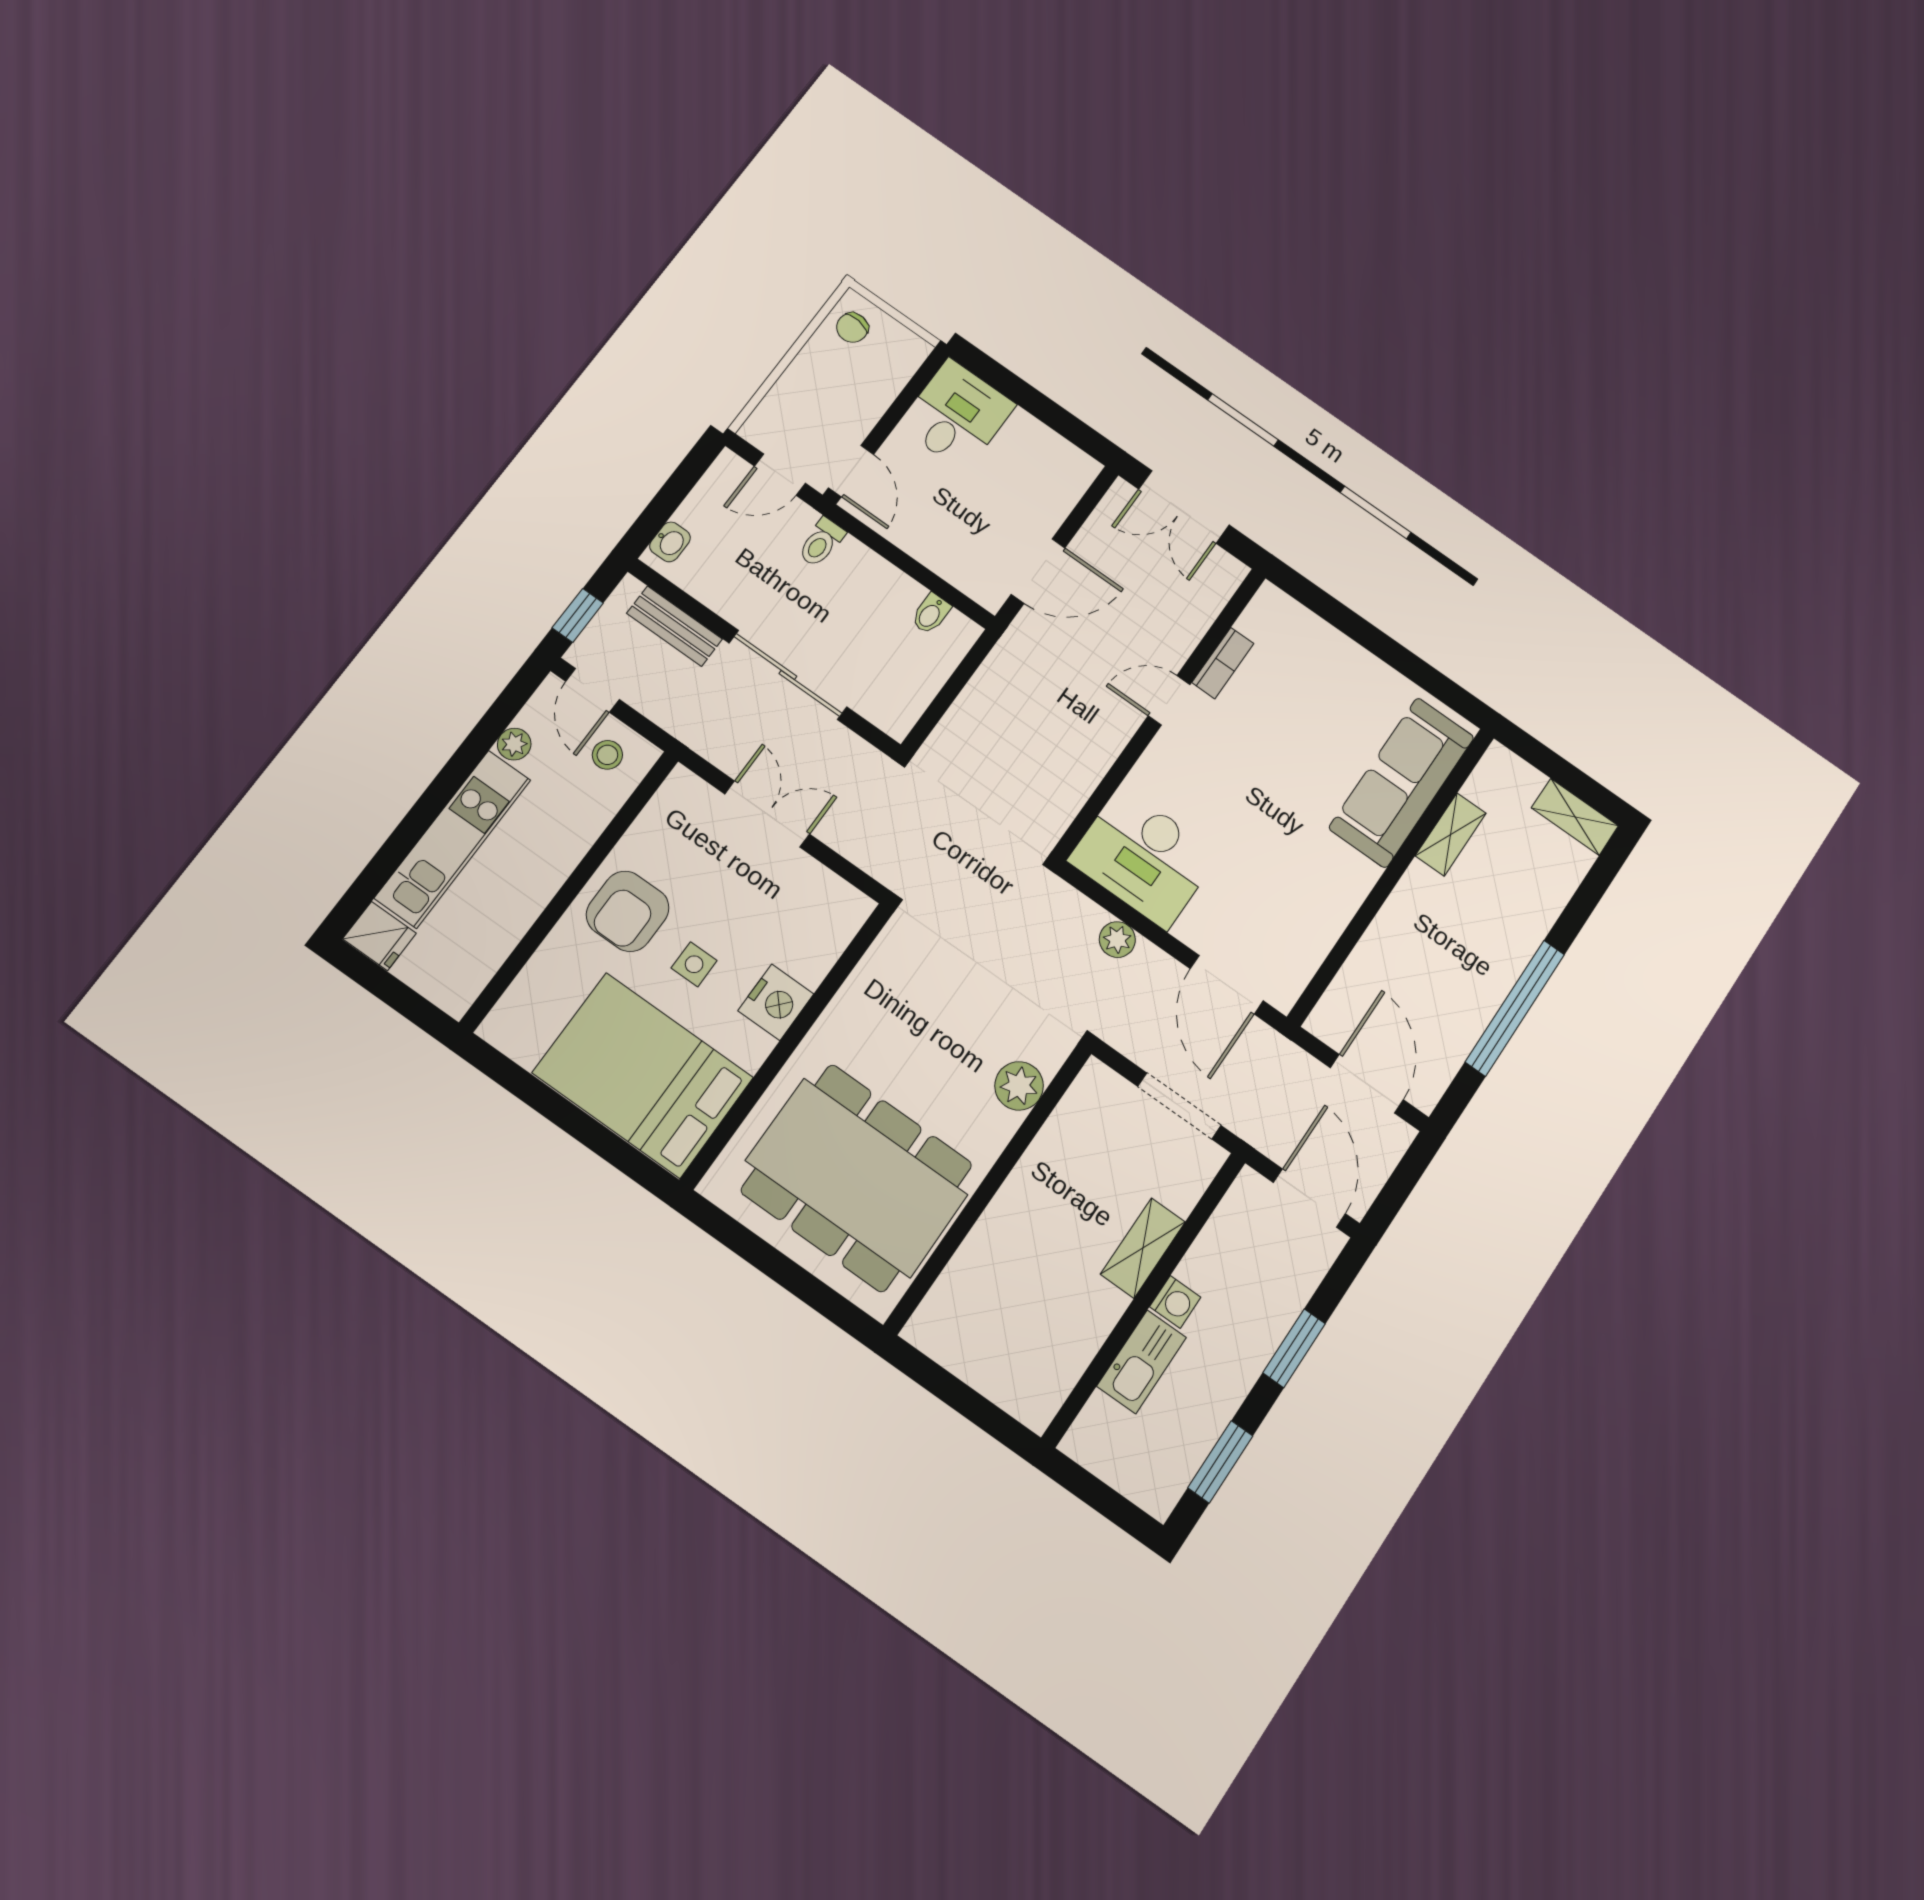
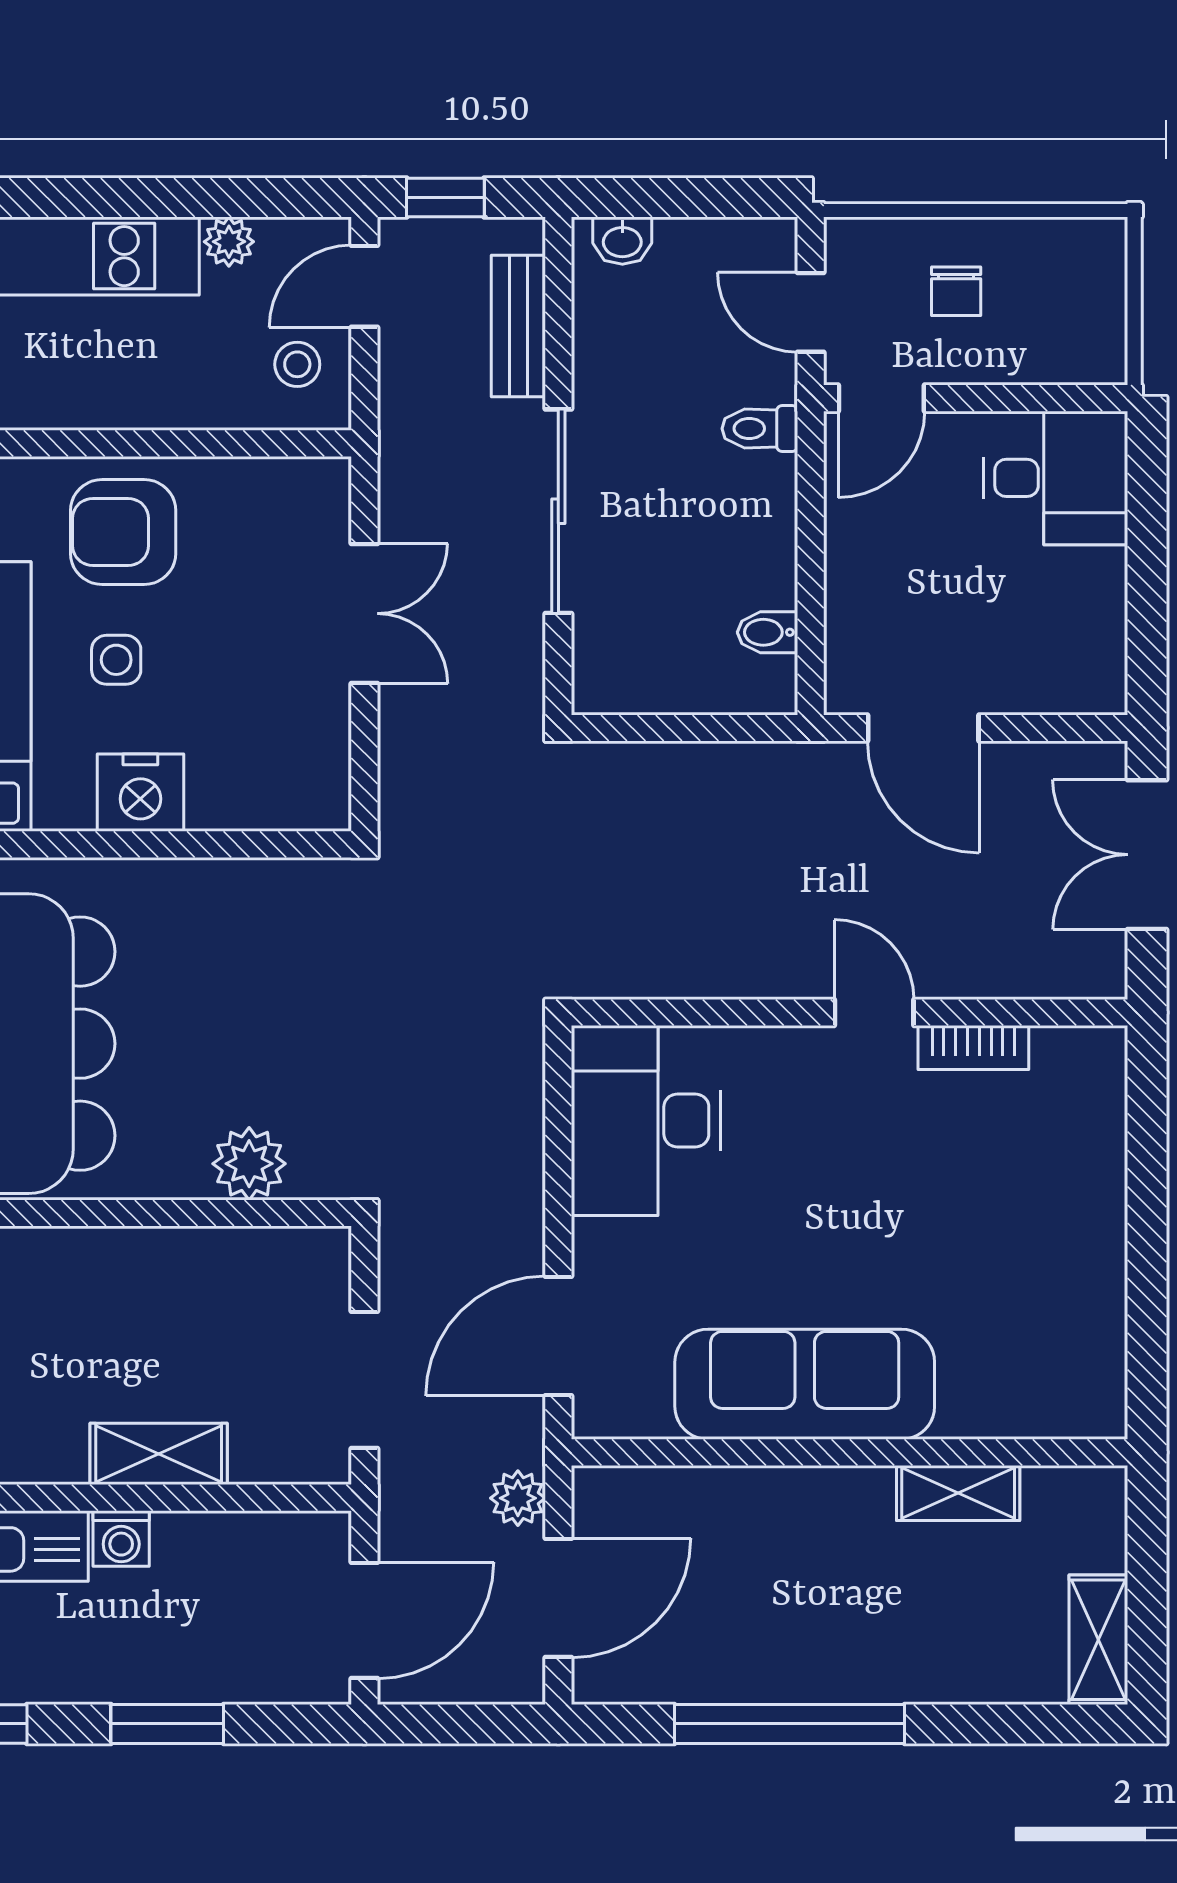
chair: (852, 328) -> (956, 291), moved, turned -97
sofa: (1402, 782) -> (805, 1384), moved
plant: (1117, 940) -> (518, 1498), moved

